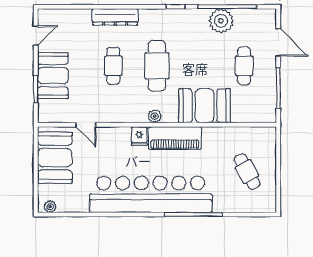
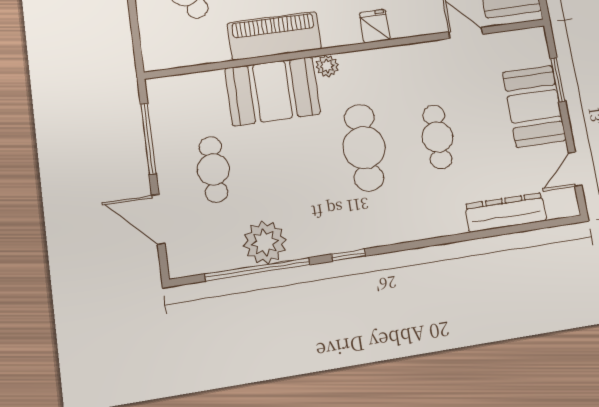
dresser: (115, 17) -> (506, 212), moved
plant: (155, 116) -> (327, 66), moved
piano: (175, 138) -> (274, 36), moved

